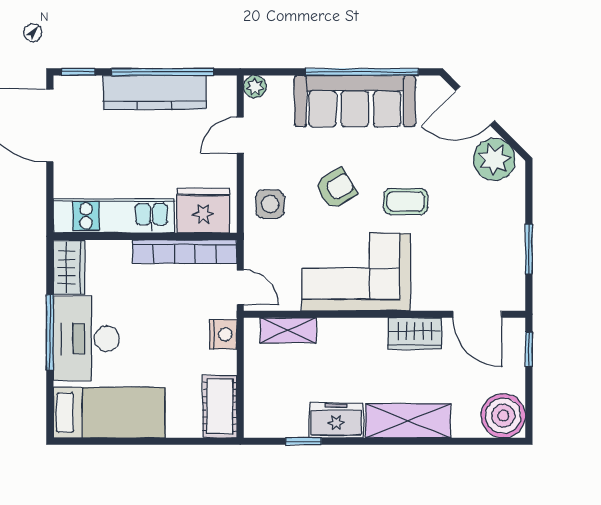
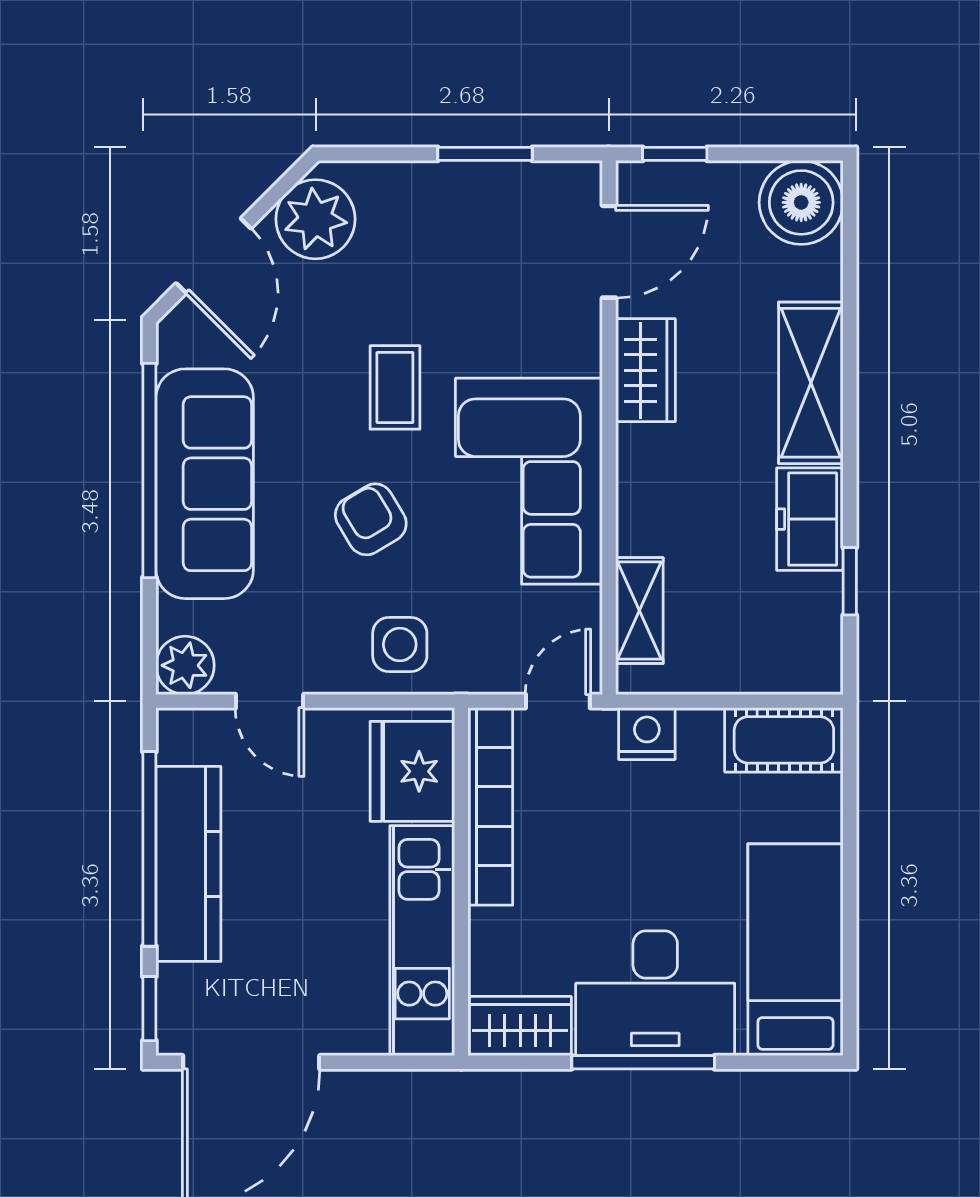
plant: (255, 87) -> (185, 665), width x1.38, depth x1.38

